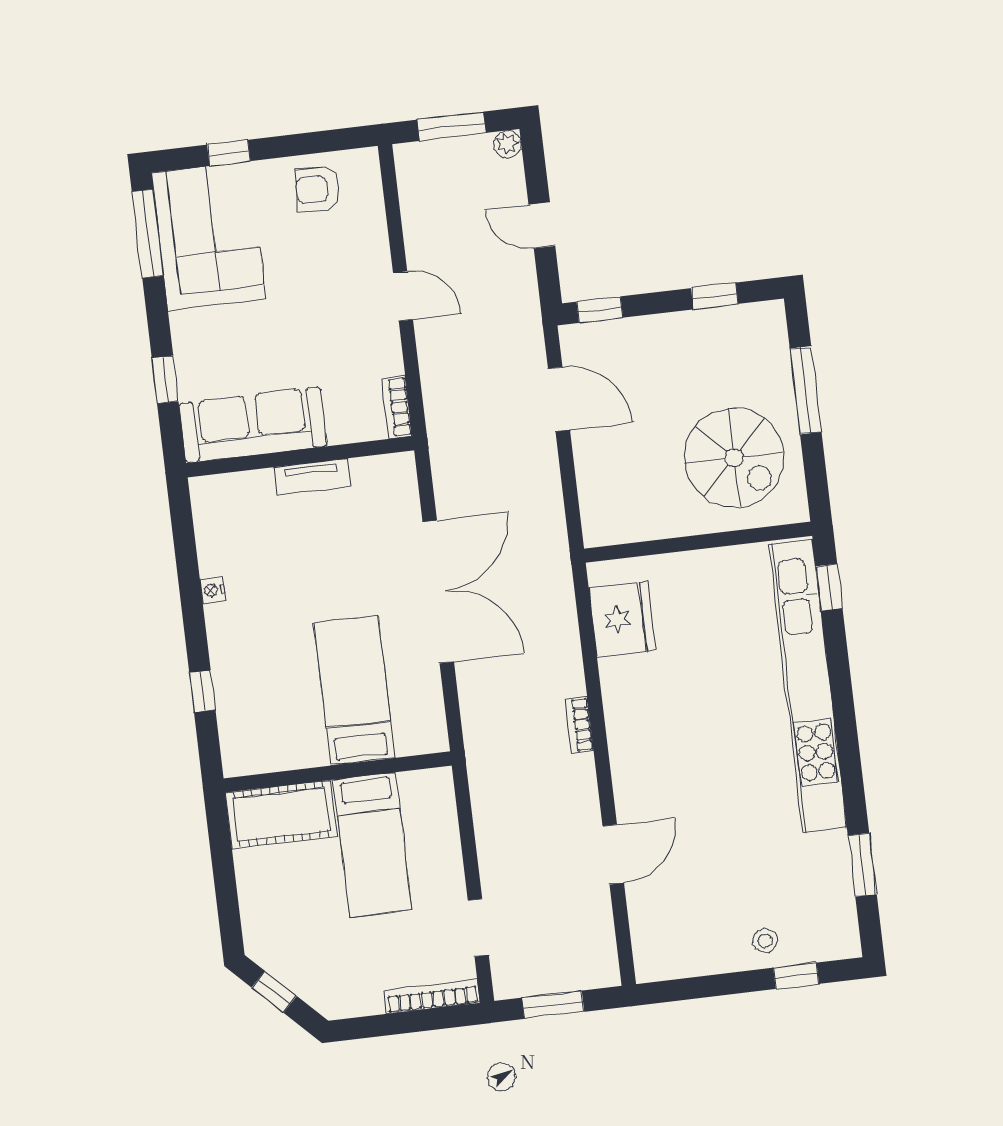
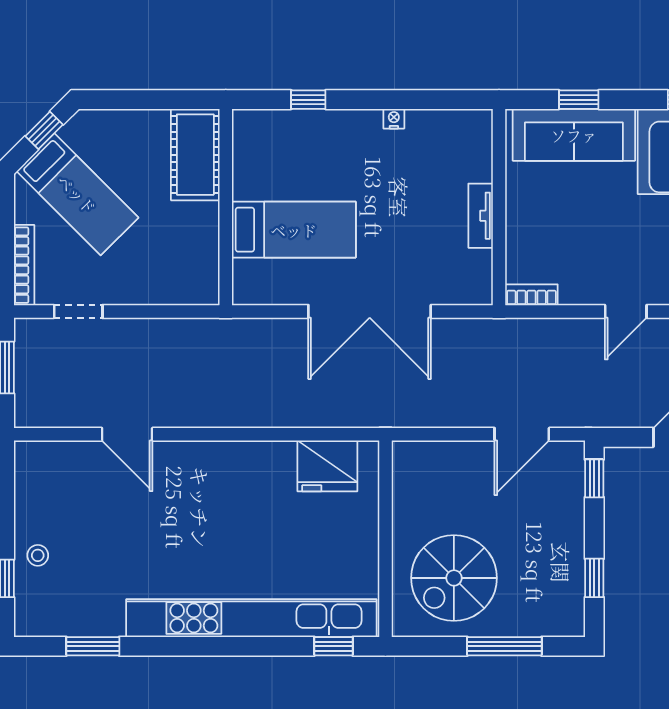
sofa: (253, 425) -> (574, 135), moved, turned 90
bookcase: (580, 725) -> (241, 419), removed
bed: (373, 845) -> (77, 194), moved, turned -135

